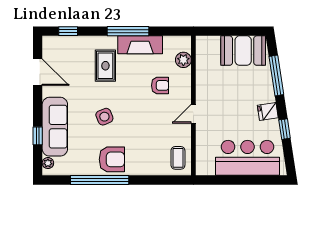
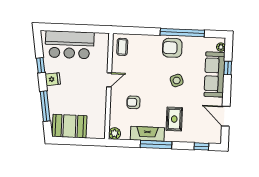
plant: (183, 60) -> (114, 133), moved

